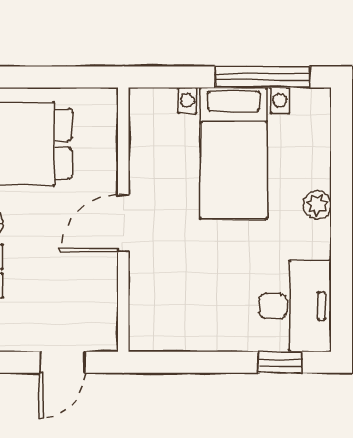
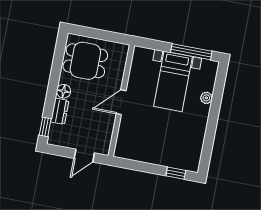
plant: (317, 205) -> (206, 98), moved
desk: (295, 306) -> (187, 151), removed

